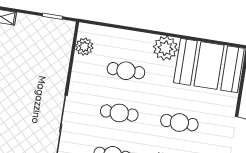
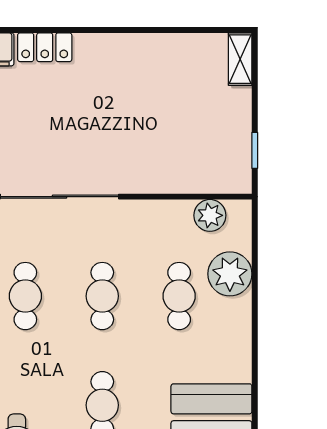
plant: (165, 48) -> (230, 274), moved

